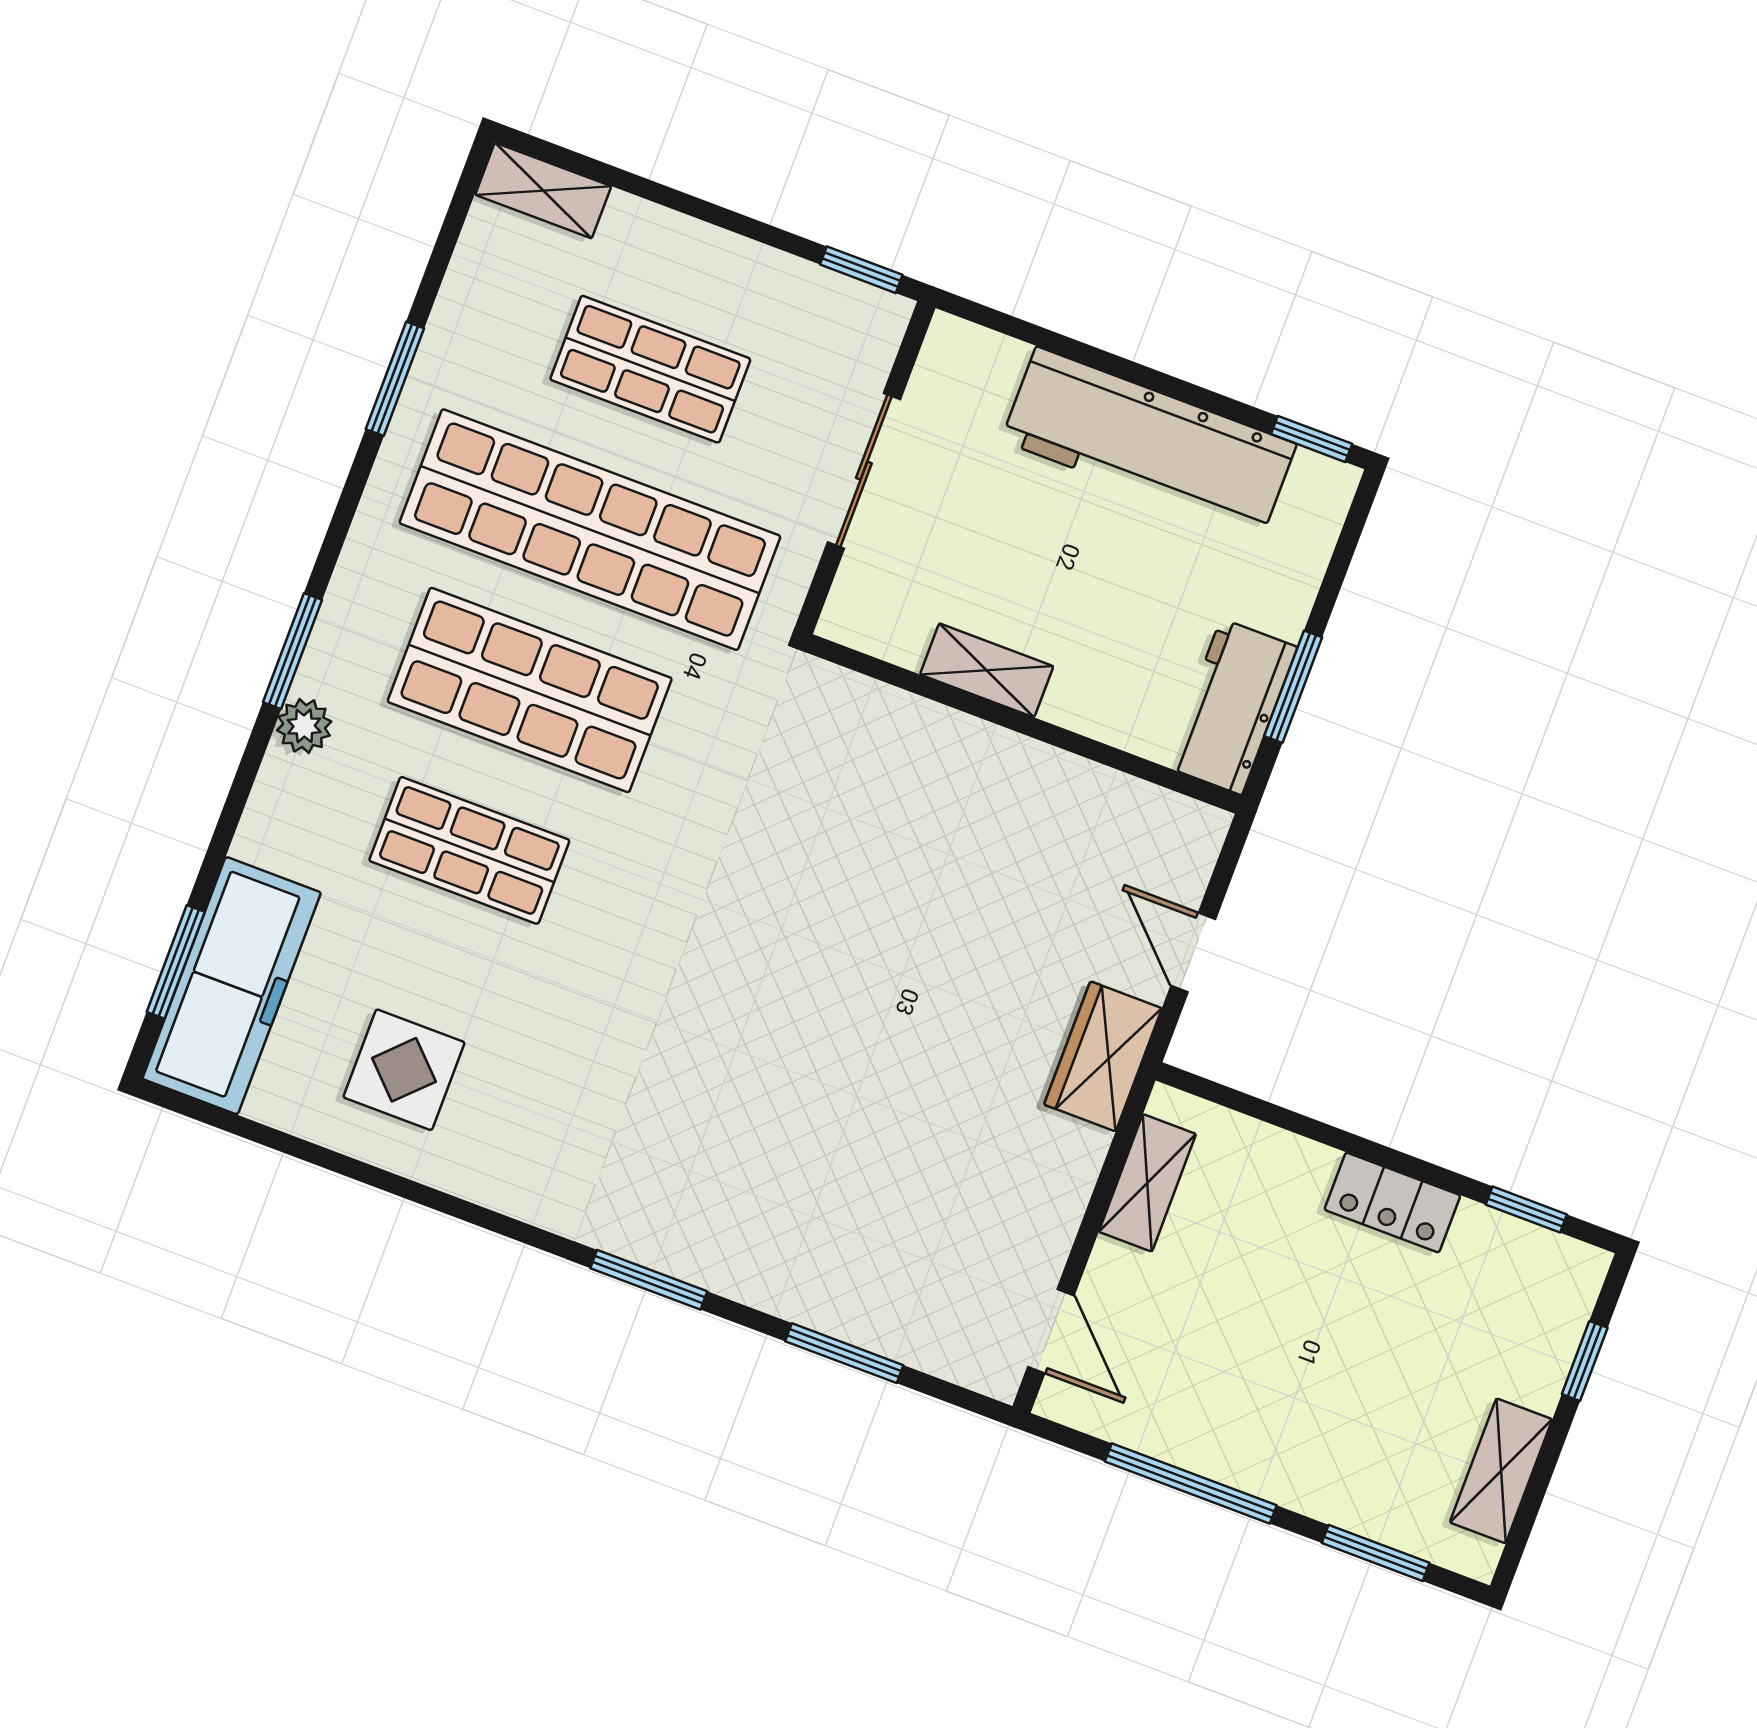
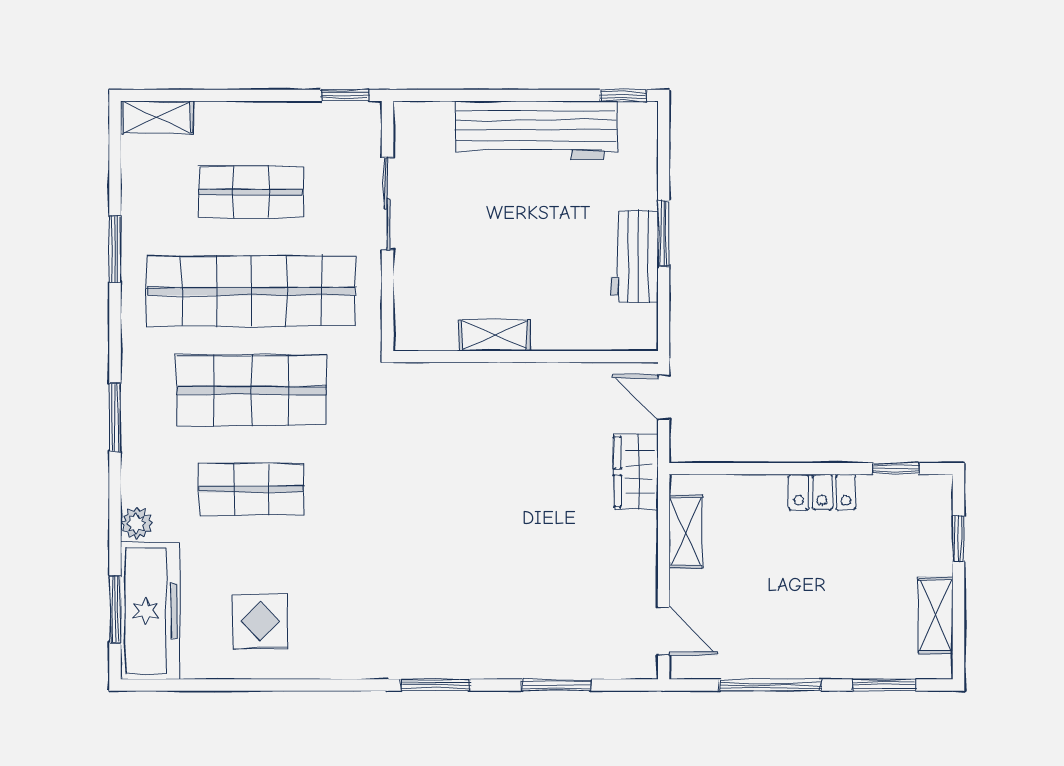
shelving: (987, 670) -> (494, 335), moved
wall: (1024, 724) -> (526, 357), moved
plant: (304, 726) -> (136, 523), moved

